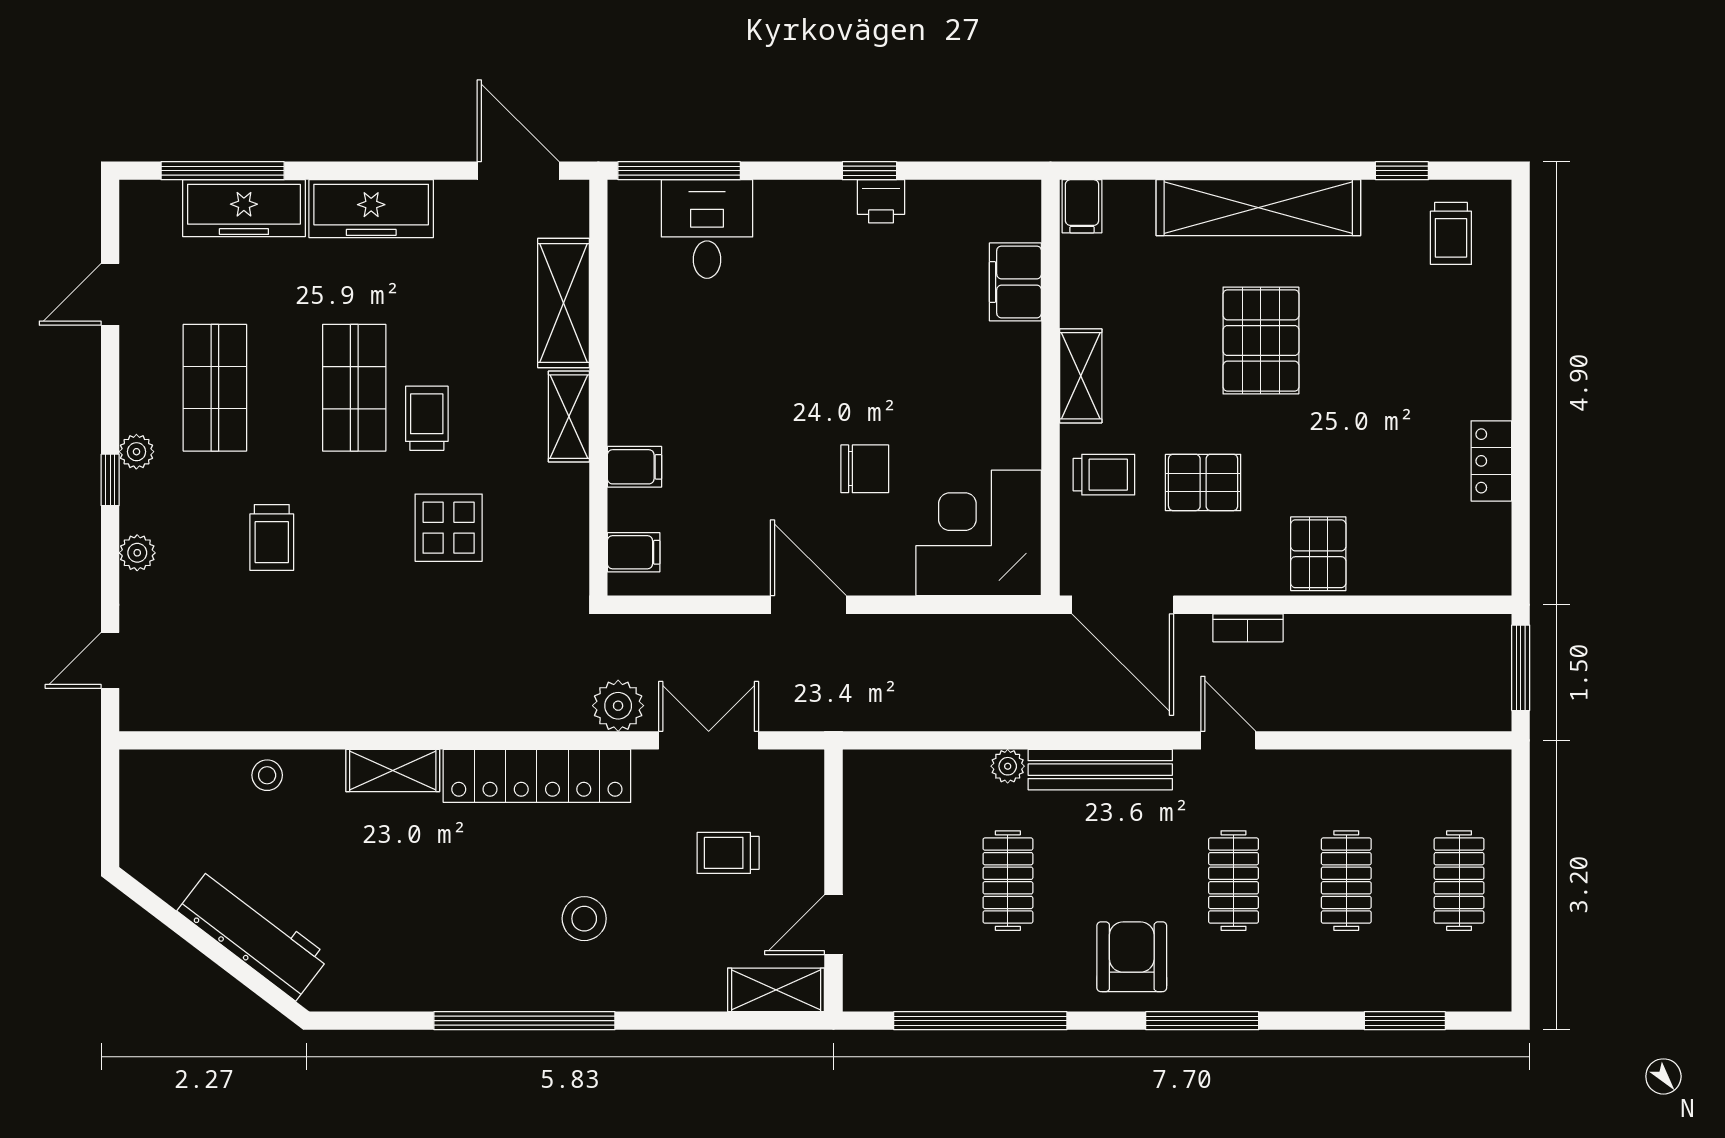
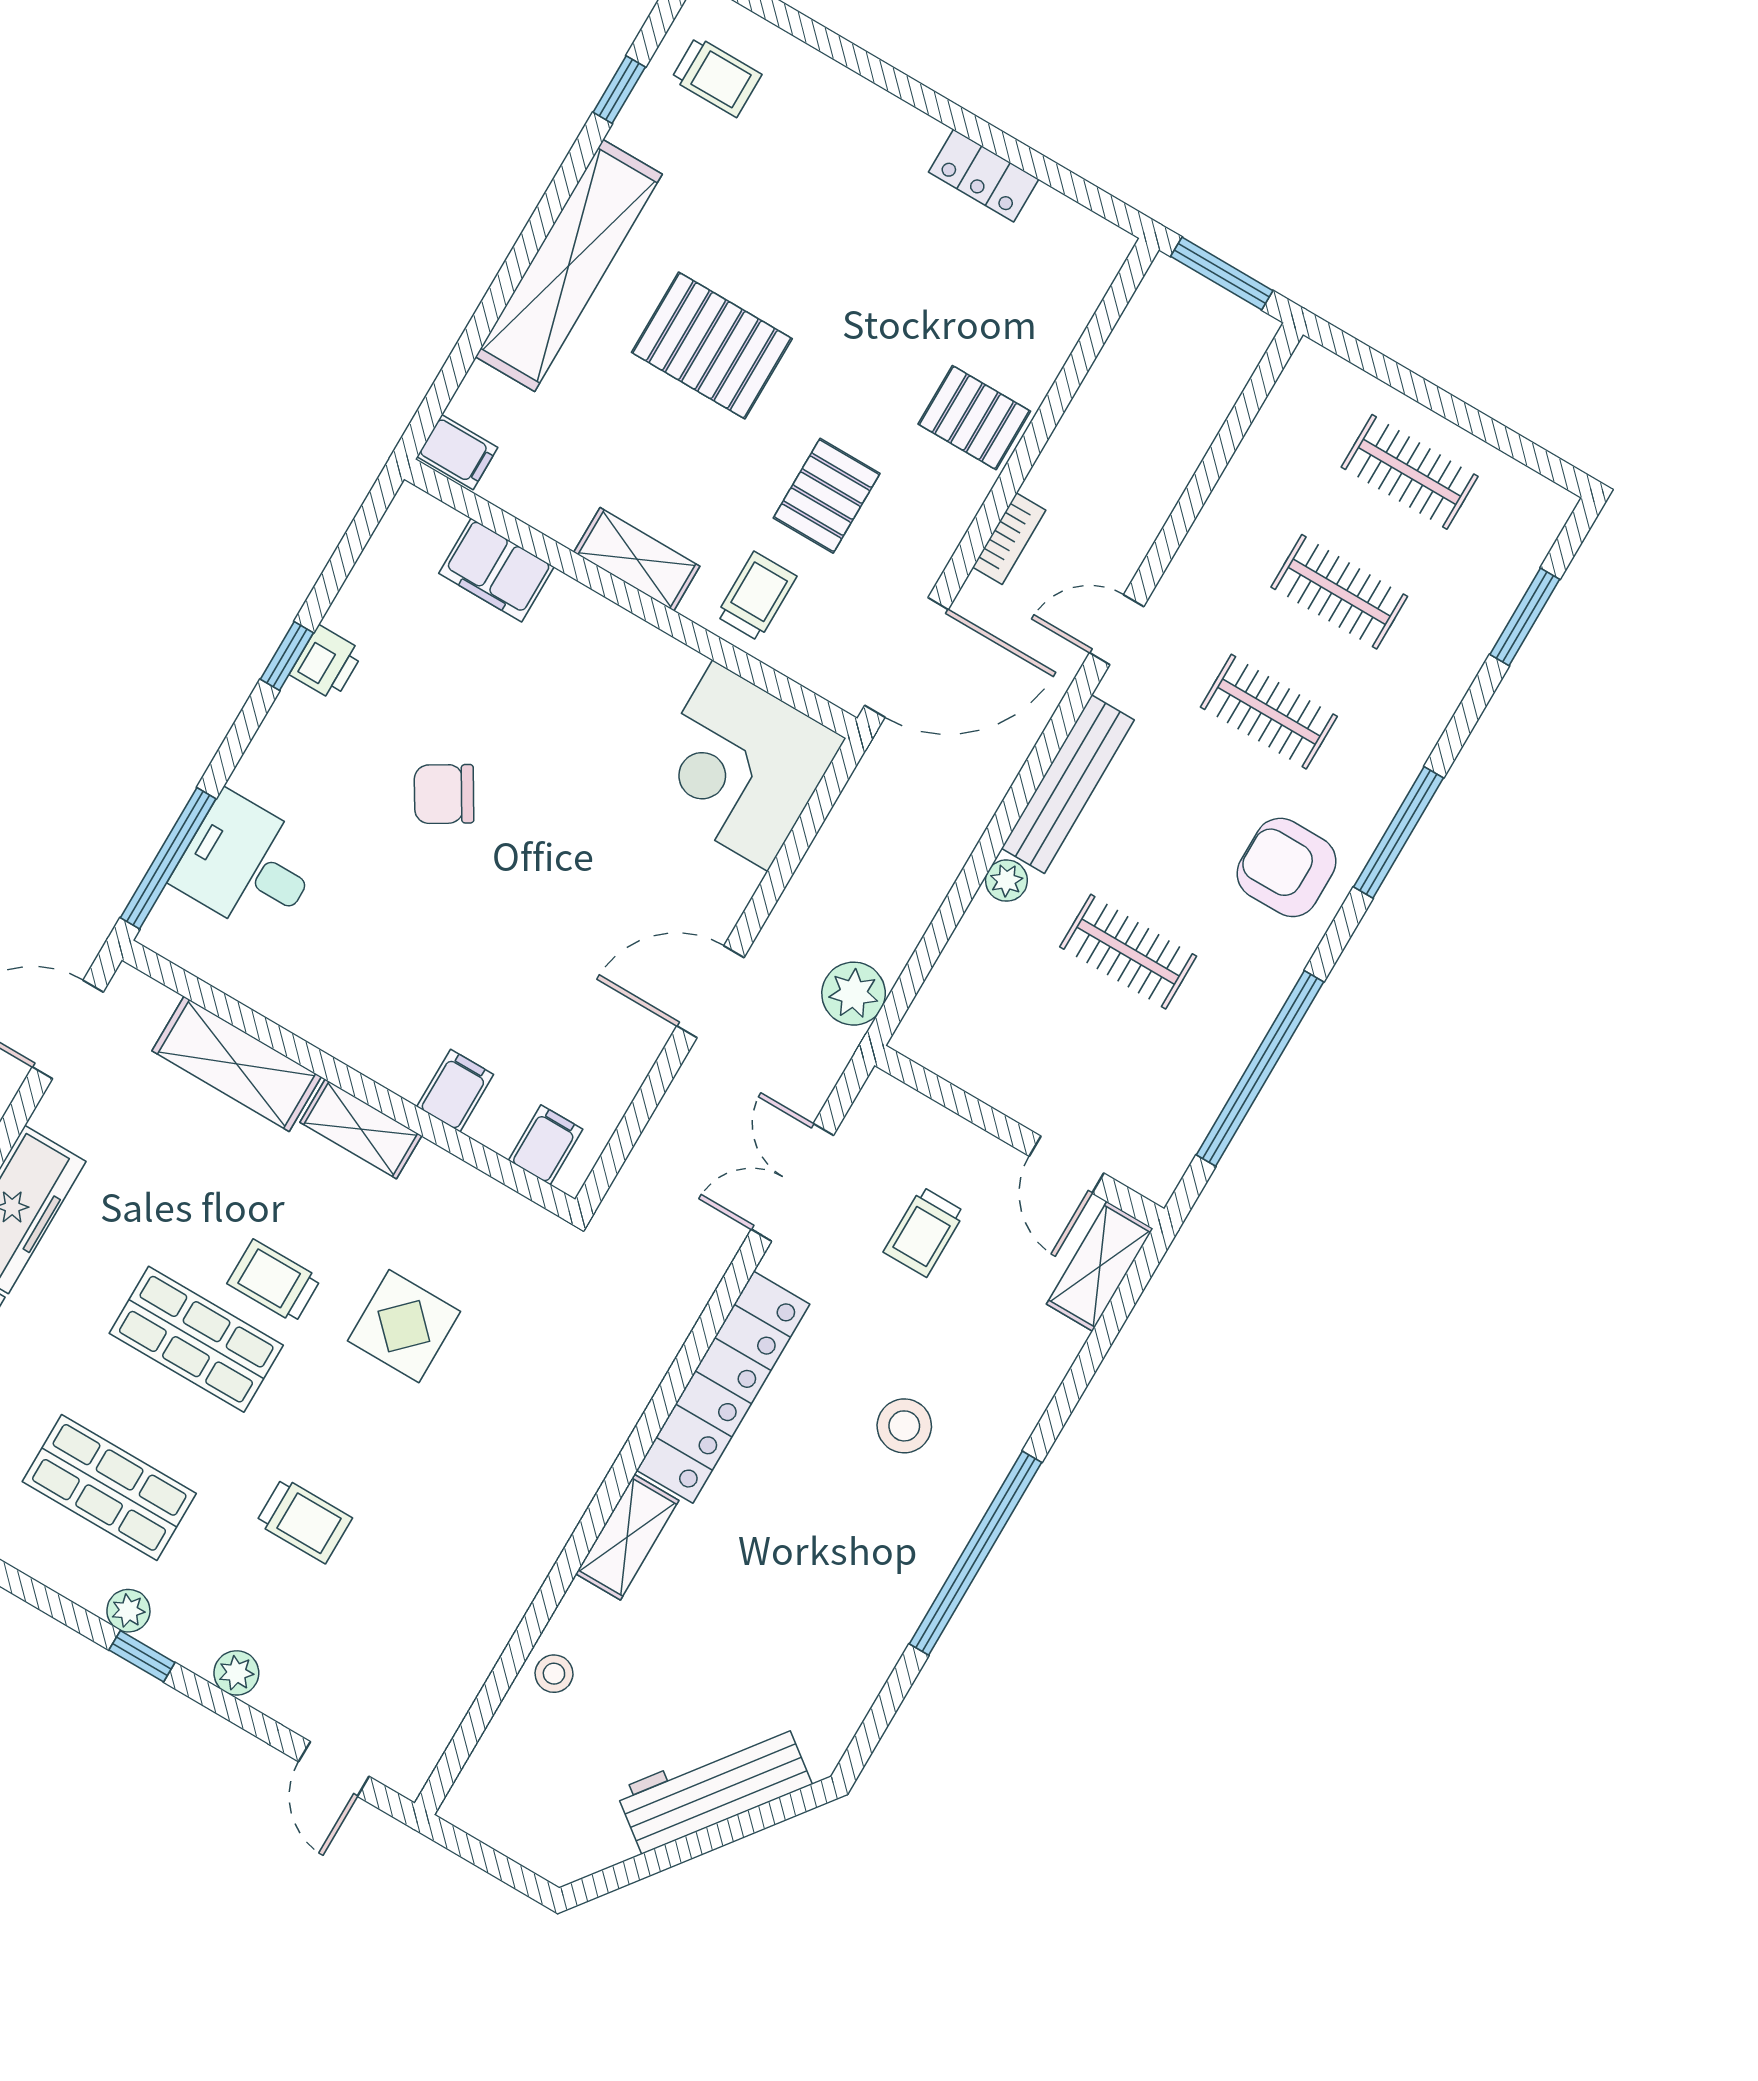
chair: (865, 469) -> (444, 794), moved, turned -121
plant: (618, 706) -> (854, 994), moved

